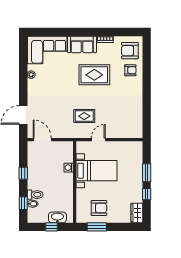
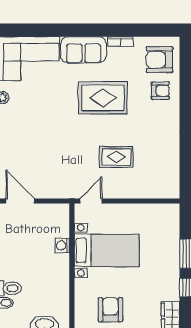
rug: (84, 116) -> (116, 157), moved
door: (98, 140) -> (91, 201), moved
armchair: (99, 208) -> (110, 310), turned -90

